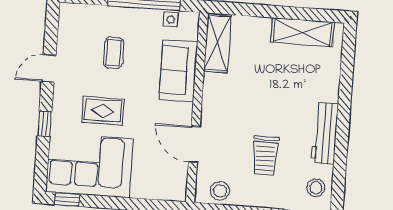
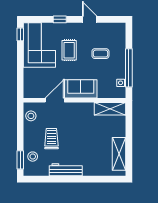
sofa: (178, 71) -> (81, 89), moved
trolley: (265, 156) -> (51, 139), turned 90
stool: (316, 188) -> (33, 157), moved

